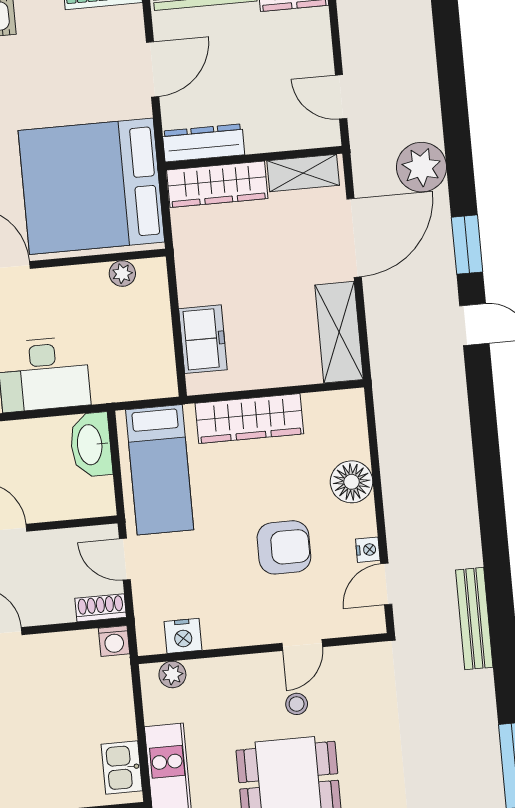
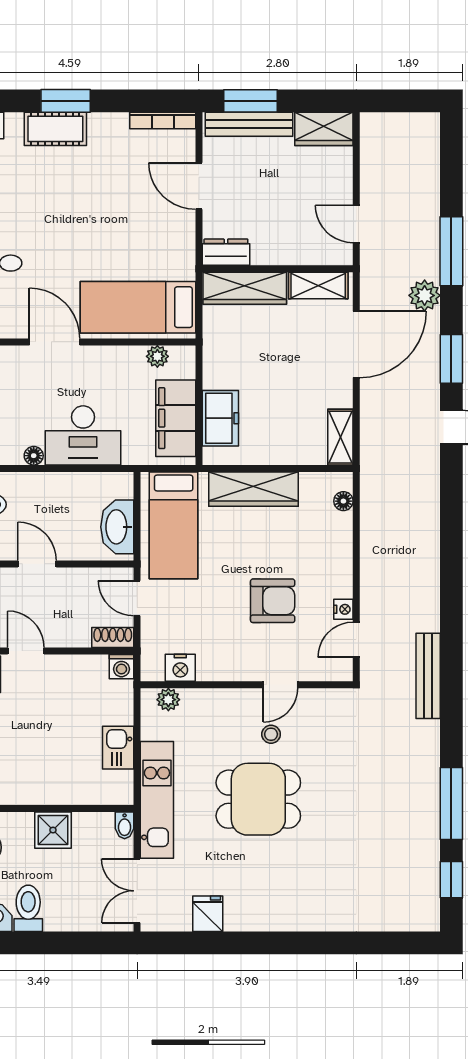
door: (153, 69) -> (199, 186), swing flipped
window: (455, 118) -> (451, 251), added
dresser: (203, 143) -> (226, 252), width x0.70
plant: (422, 167) -> (425, 295), width x0.73, depth x0.73
bed: (91, 186) -> (138, 307), width x0.49
shelving: (339, 332) -> (340, 437), width x0.67, depth x0.75
filing cabinet: (150, 344) -> (176, 418), added
washbasin: (91, 445) -> (117, 527), moved
floor lamp: (352, 482) -> (343, 501), moved, width x0.53, depth x0.53
kitchen sink: (122, 768) -> (118, 748), moved

